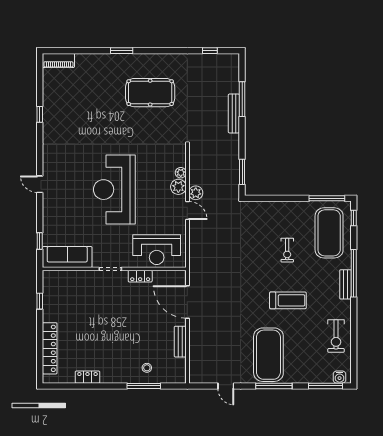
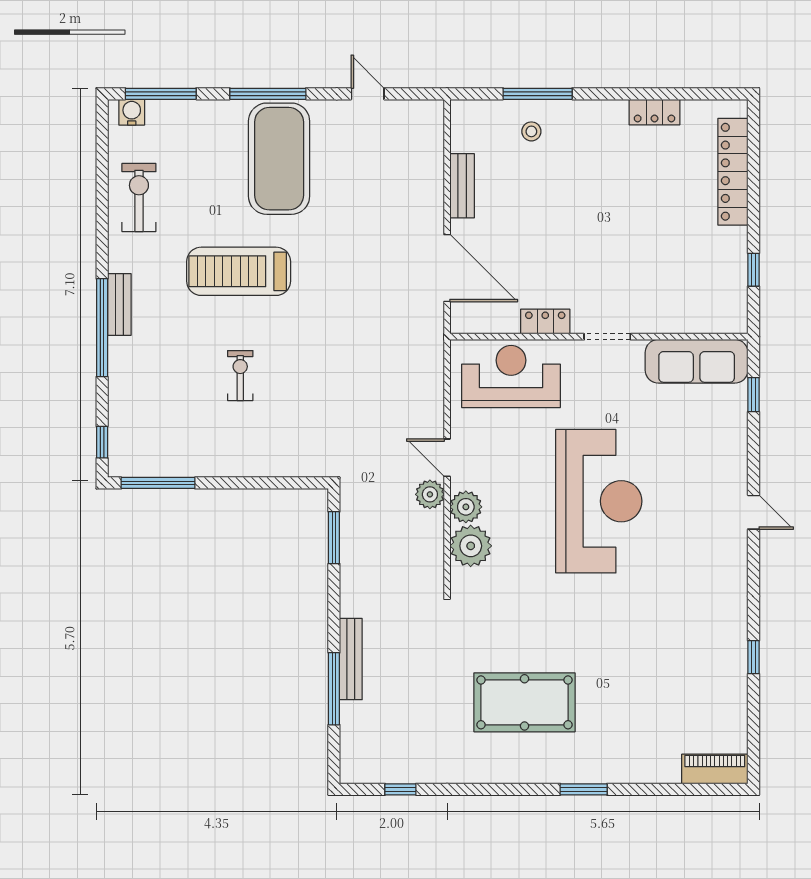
plant: (181, 173) -> (471, 546), width x1.88, depth x1.88
exercise mat: (329, 233) -> (153, 411), removed
treadmill: (288, 300) -> (239, 271), width x1.37, depth x1.38

